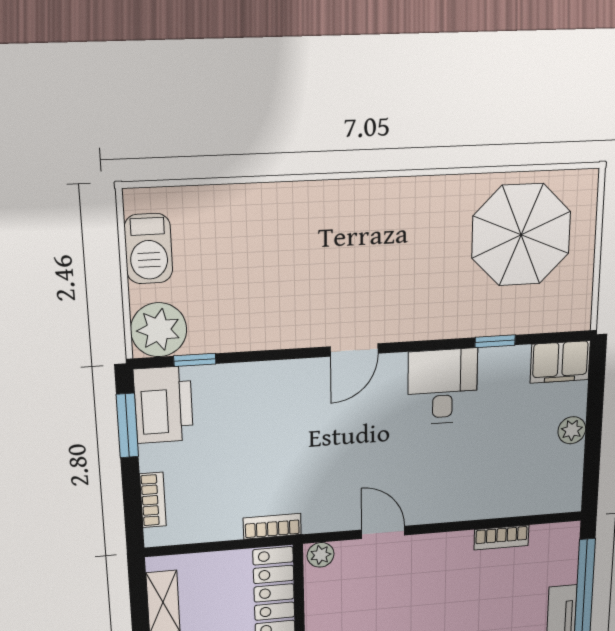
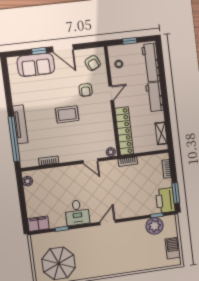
plant: (159, 330) -> (155, 226), moved
plant: (572, 430) -> (27, 181), moved

